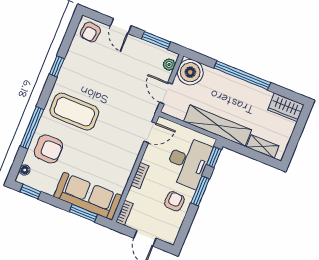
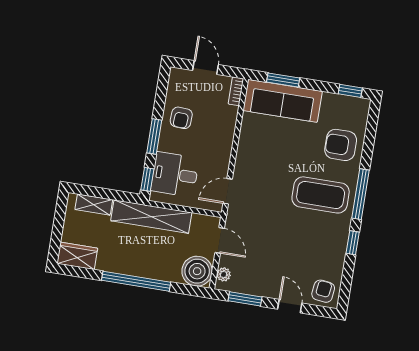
window: (32, 128) -> (361, 194), moved
desk: (188, 162) -> (175, 174), width x0.73
floor lamp: (25, 170) -> (362, 114), removed
bookcase: (140, 175) -> (228, 139), removed

